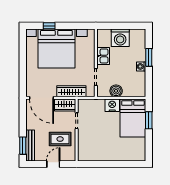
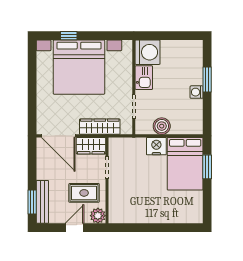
washing machine: (120, 38) -> (148, 52), moved, turned -90
plant: (70, 155) -> (98, 216), added

